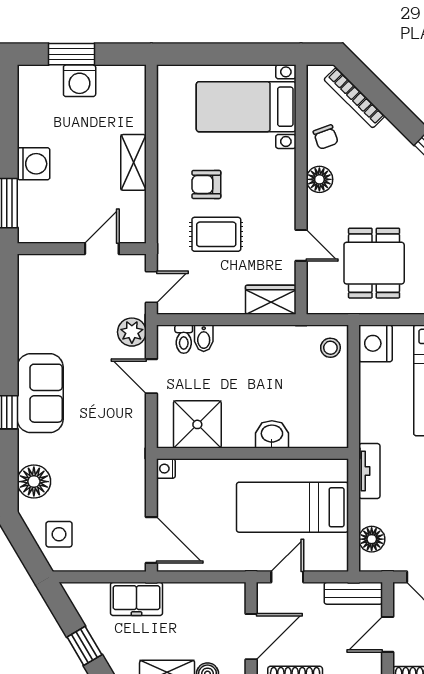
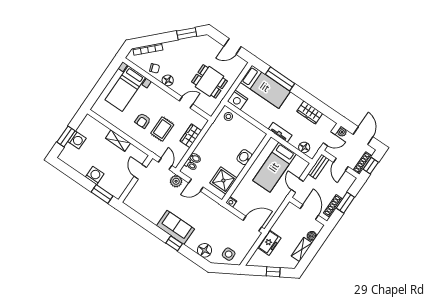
wardrobe: (271, 300) -> (191, 136), moved

